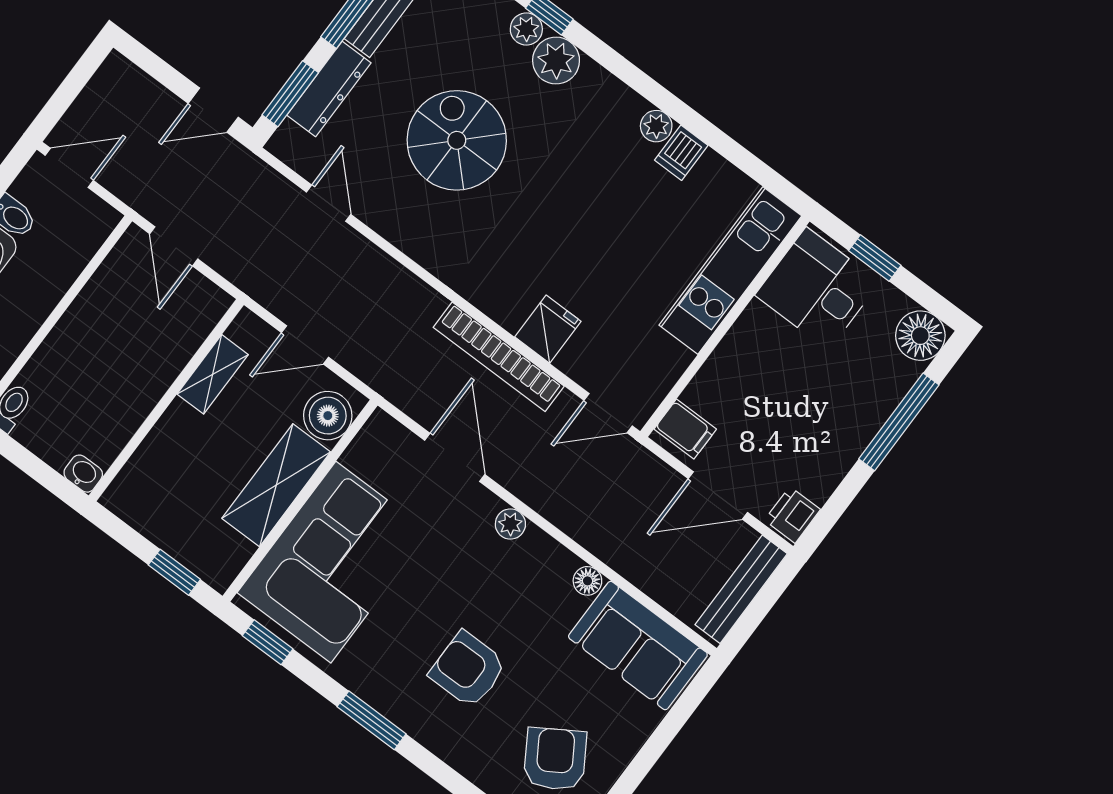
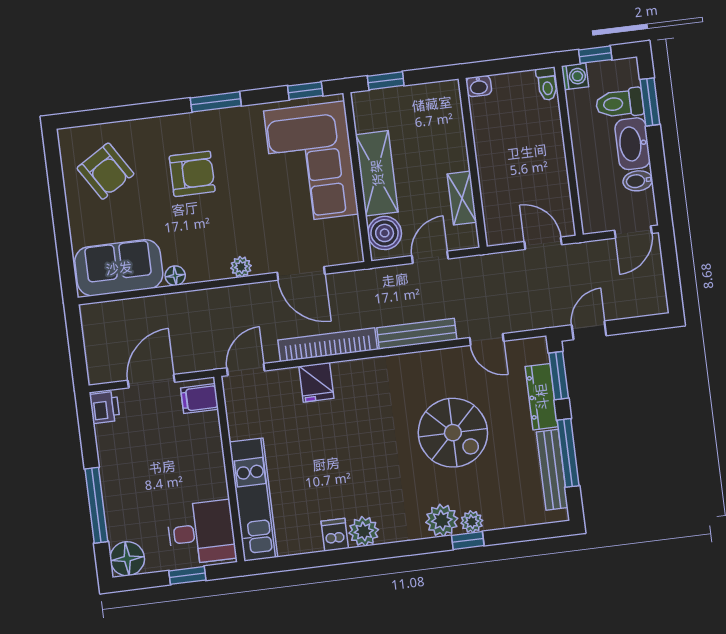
plant: (656, 126) -> (364, 531), width x1.38, depth x1.38
bench: (741, 589) -> (417, 334), moved, turned 90

